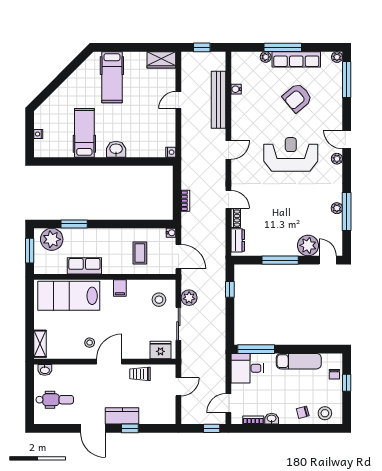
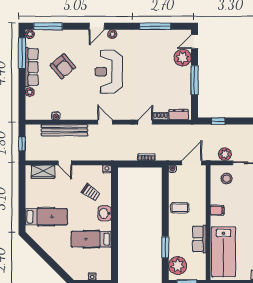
window: (283, 47) -> (22, 53), moved
wardrobe: (161, 60) -> (43, 172), moved, turned 90
trolley: (142, 132) -> (91, 192), added
plant: (337, 208) -> (152, 34), removed
coffee table: (140, 253) -> (180, 208), moved

